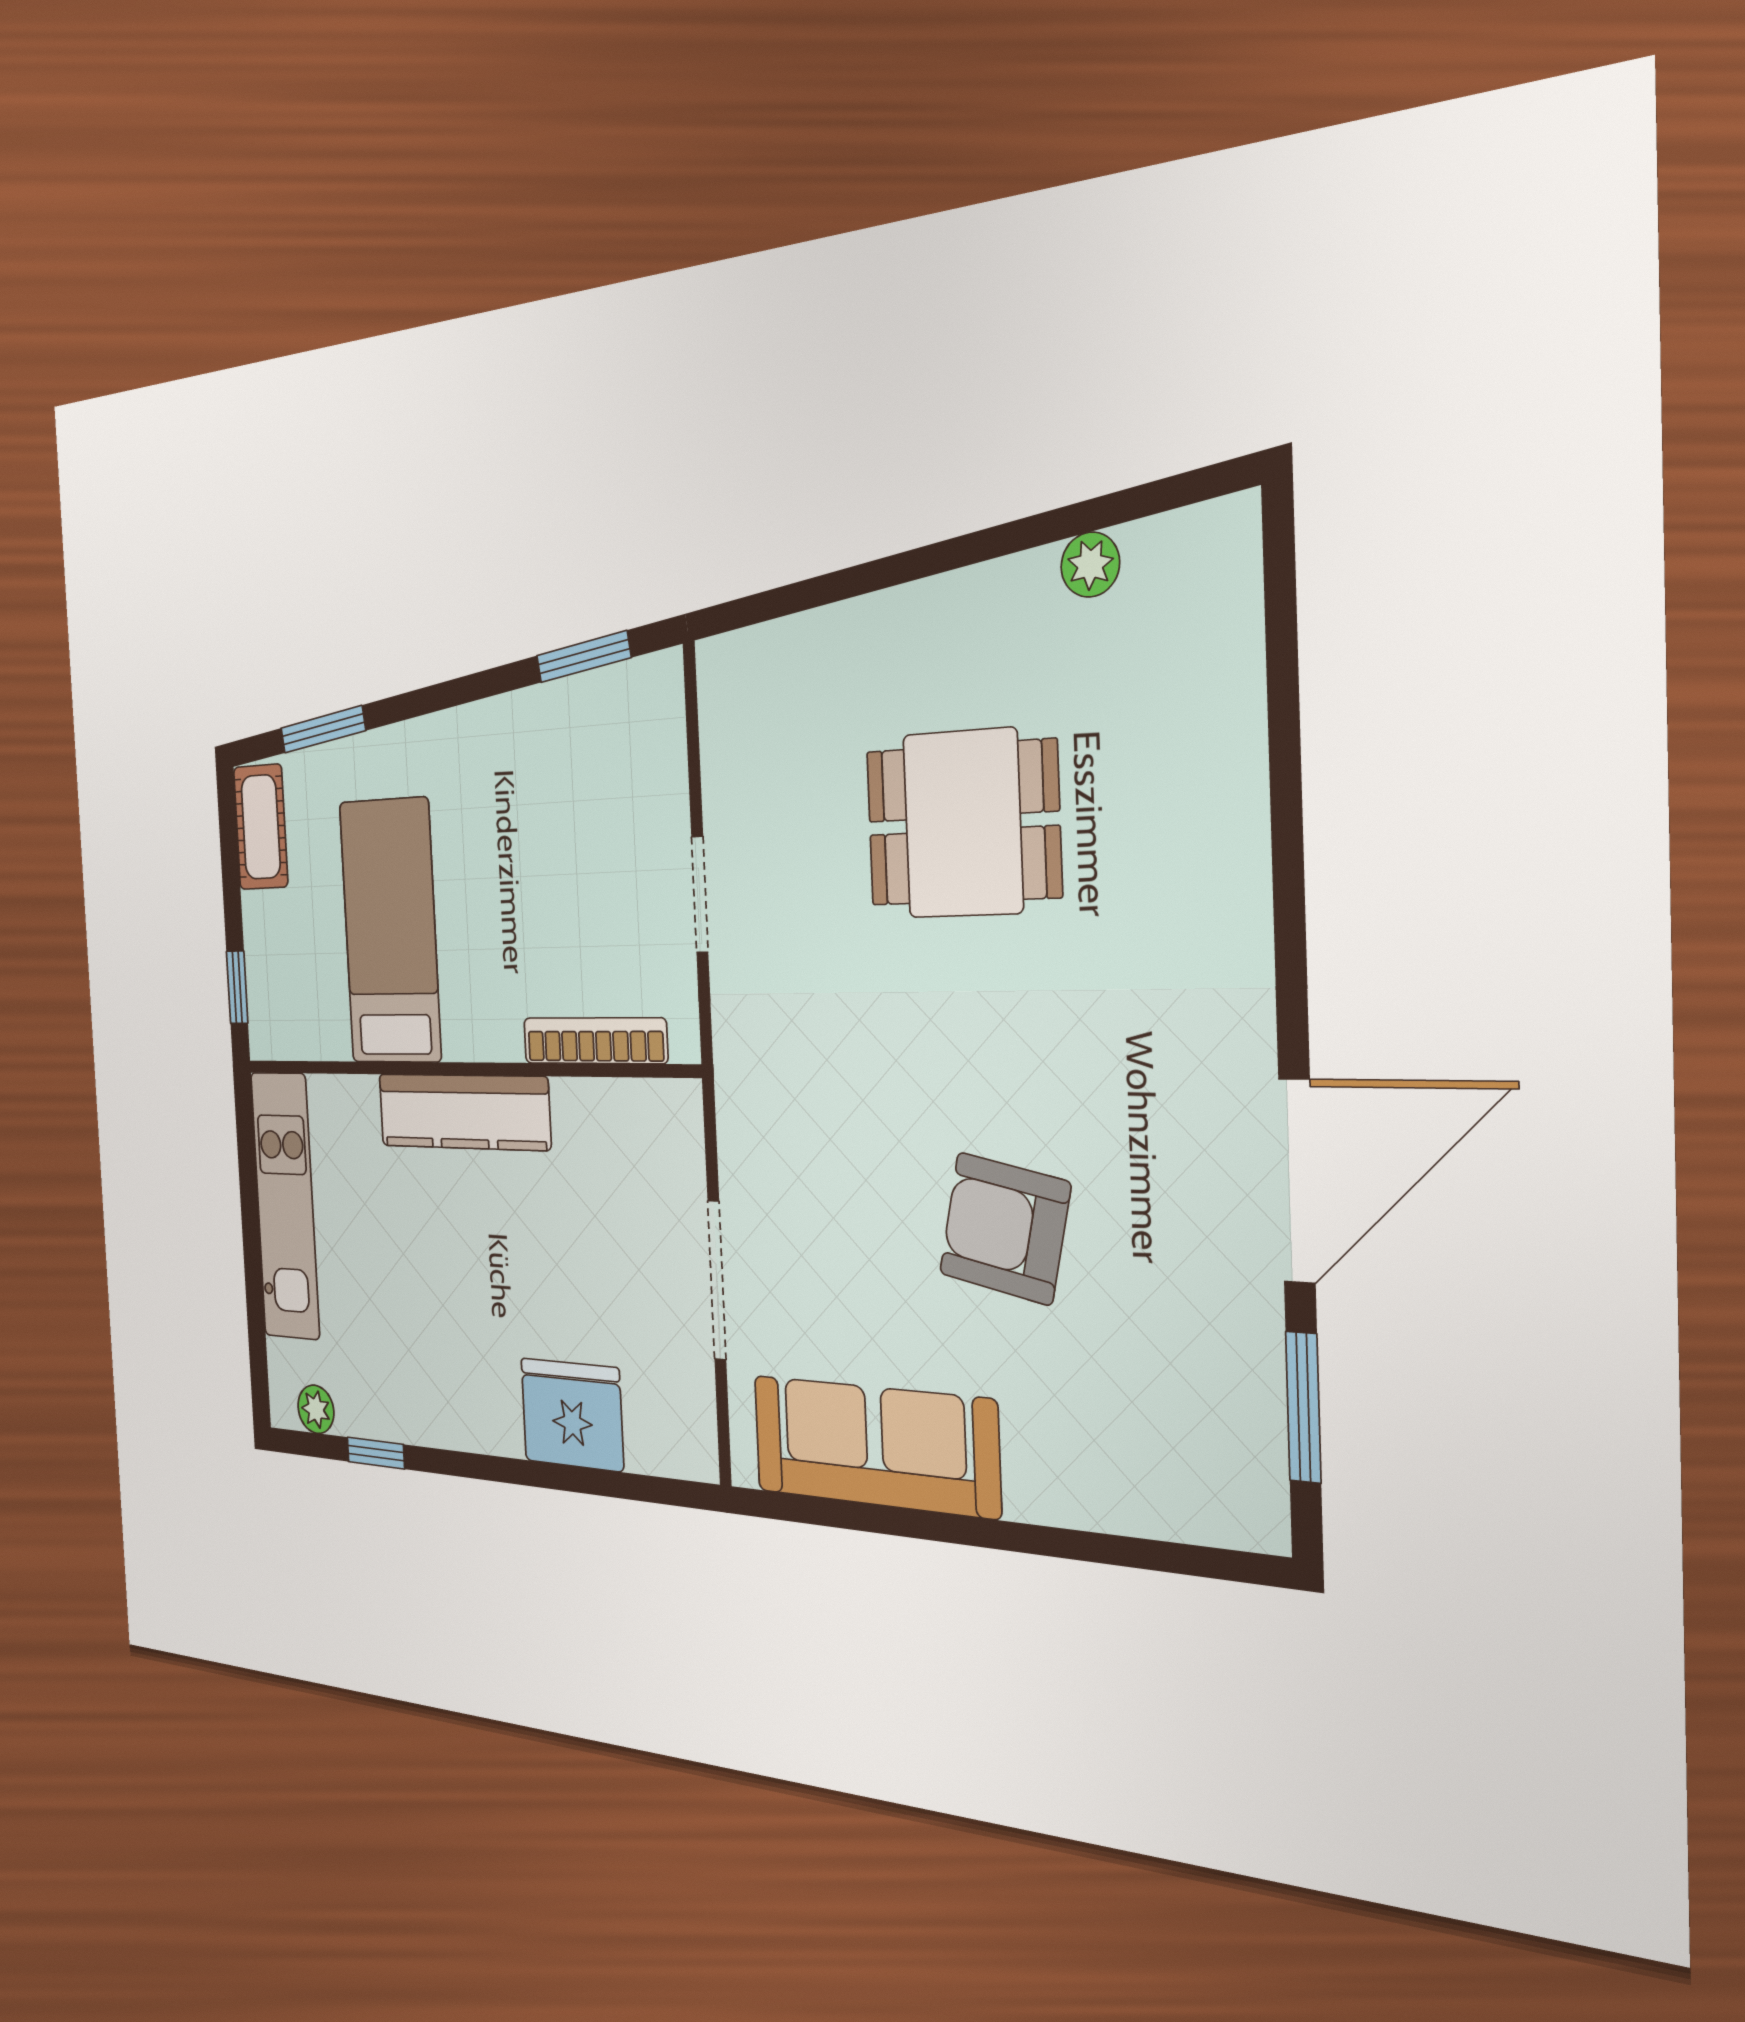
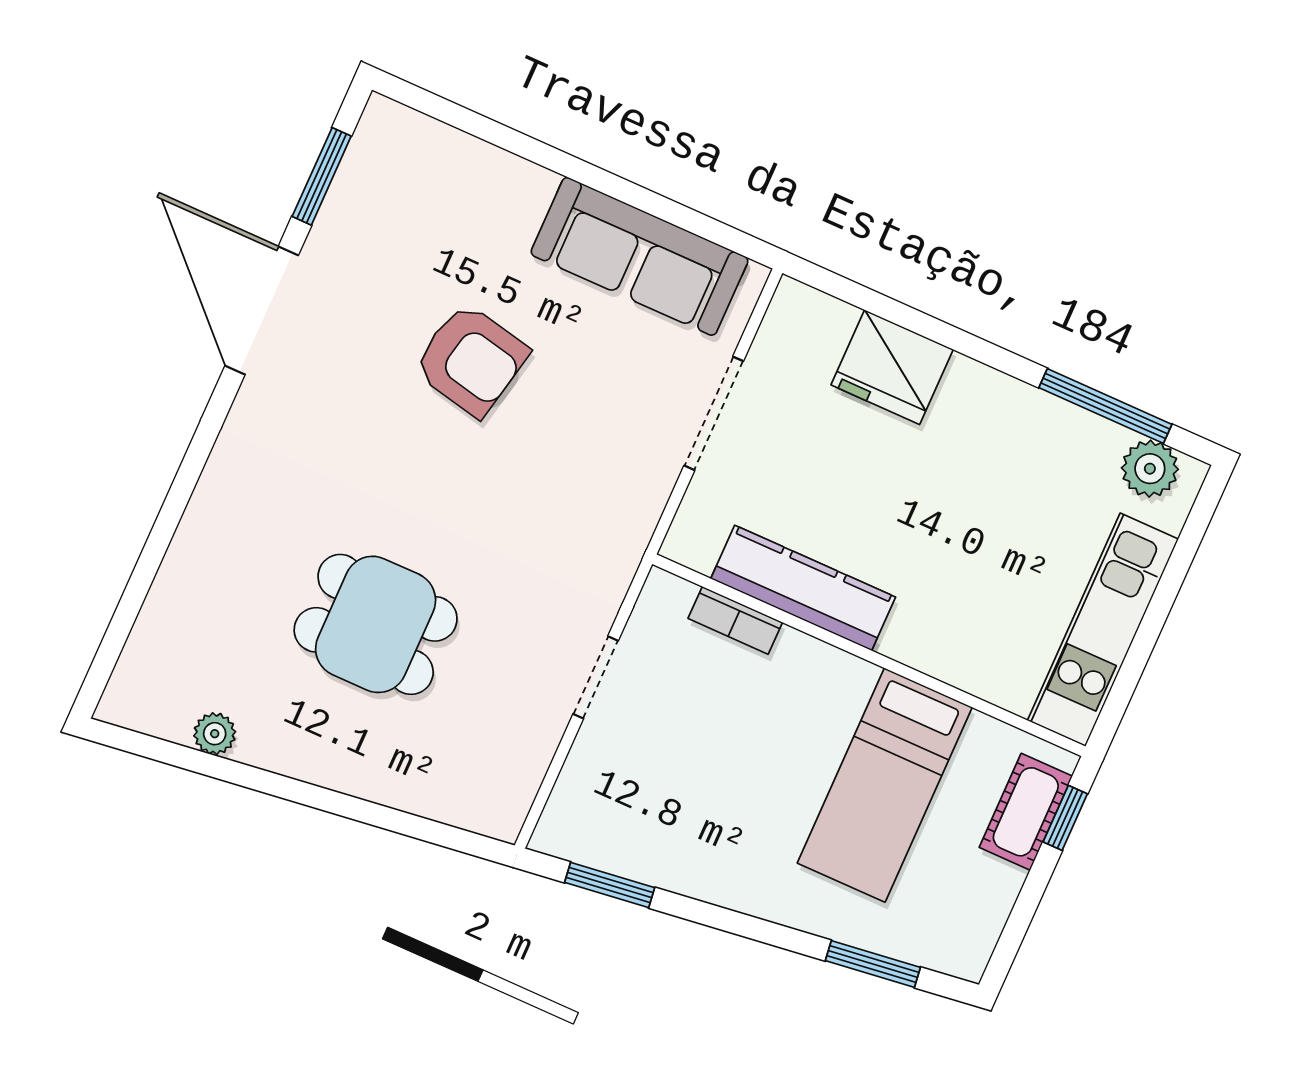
cot: (261, 827) -> (1026, 812), moved
bookcase: (595, 1041) -> (735, 620), width x0.64
kitchen counter: (463, 1112) -> (803, 588), moved
door: (1297, 1181) -> (262, 310), hinge flipped
plant: (316, 1409) -> (1150, 469), width x1.38, depth x1.38
window: (376, 1453) -> (1105, 406), width x2.17

